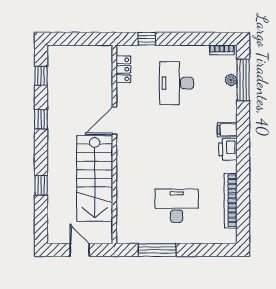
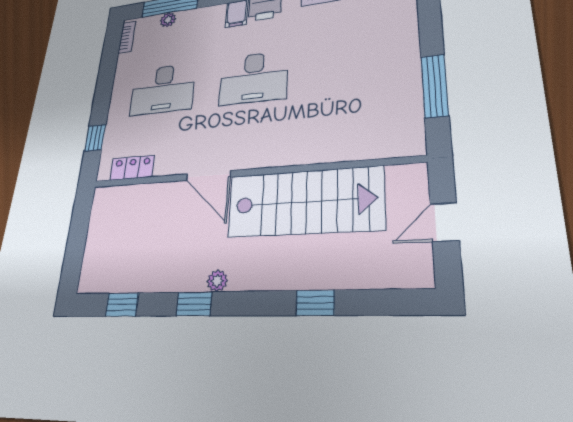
plant: (53, 132) -> (217, 281), added
desk: (177, 206) -> (253, 78), moved, turned -90

